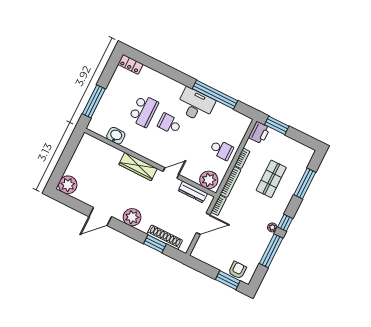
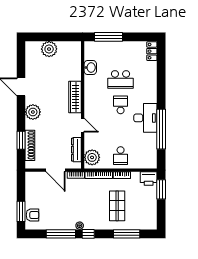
shop shelf: (271, 179) -> (117, 206), turned 90
plant: (68, 185) -> (49, 49), moved

